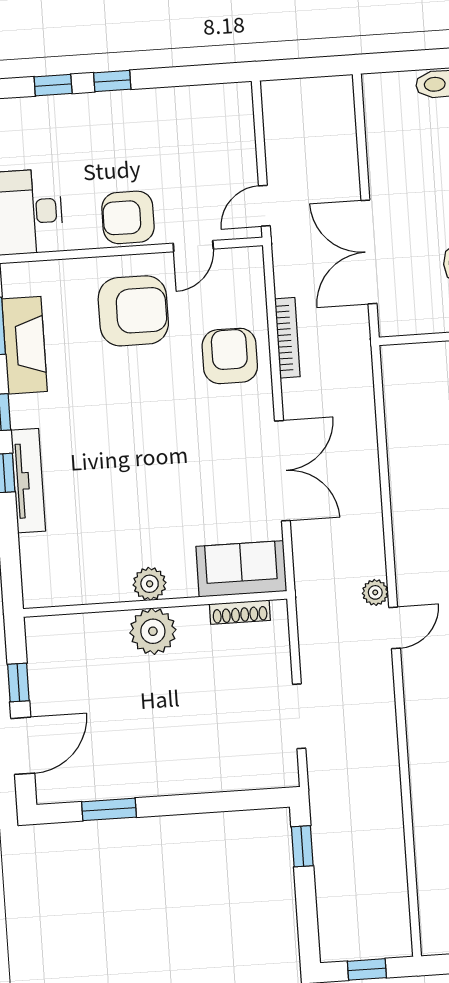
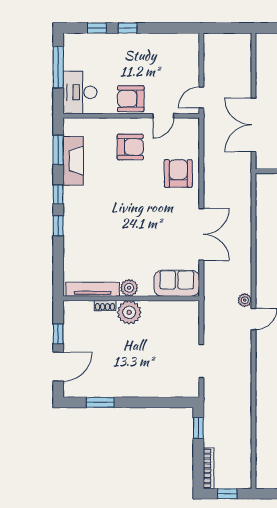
armchair: (133, 311) -> (130, 147), width x0.73, depth x0.73
bookcase: (287, 338) -> (208, 468), moved
tv unit: (28, 481) -> (93, 289), moved, turned -90
shoe rack: (240, 612) -> (105, 306), moved, width x0.70

